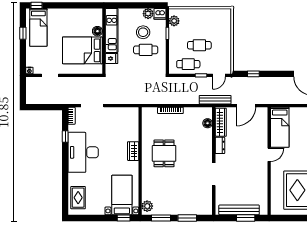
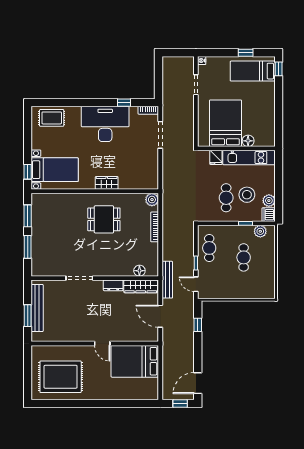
cafe table: (199, 45) -> (244, 257), moved
bed: (280, 127) -> (135, 361), width x1.50
plant: (147, 206) -> (152, 200), moved

